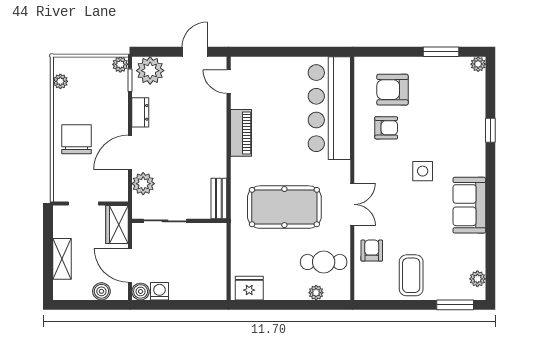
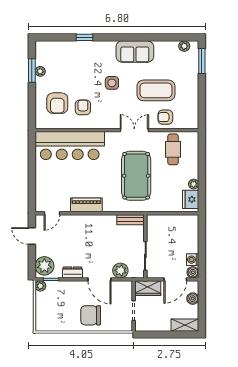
plant: (478, 64) -> (40, 71), moved
plant: (60, 81) -> (52, 326), removed
shelving: (62, 259) -> (185, 325), moved
coffee table: (411, 275) -> (156, 90), moved, width x1.36, depth x1.32
plant: (316, 293) -> (194, 184), moved

